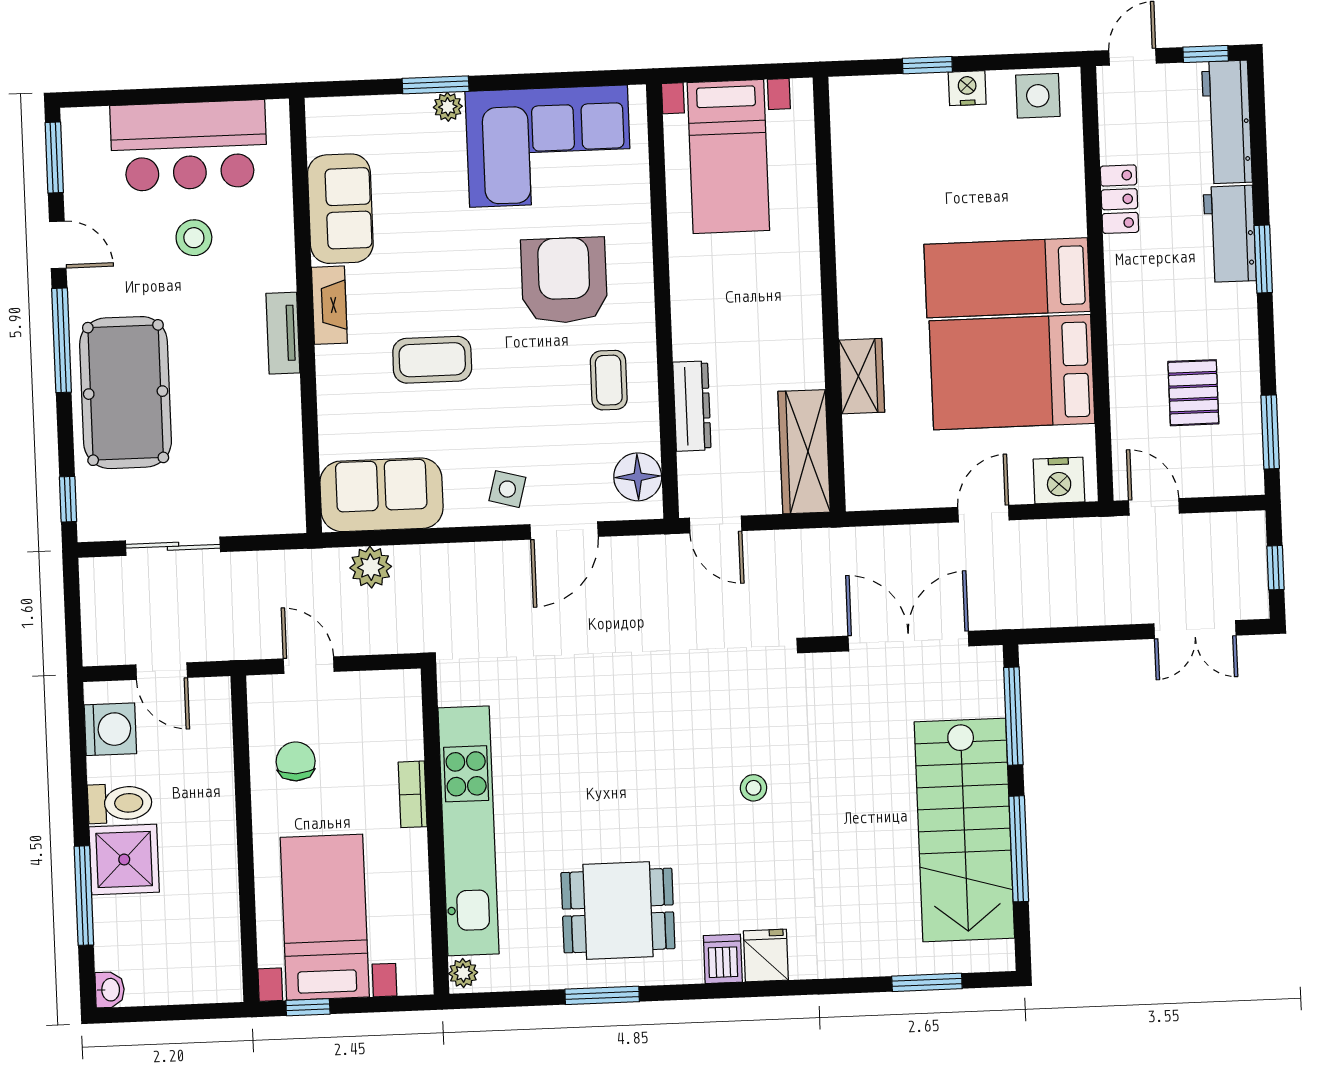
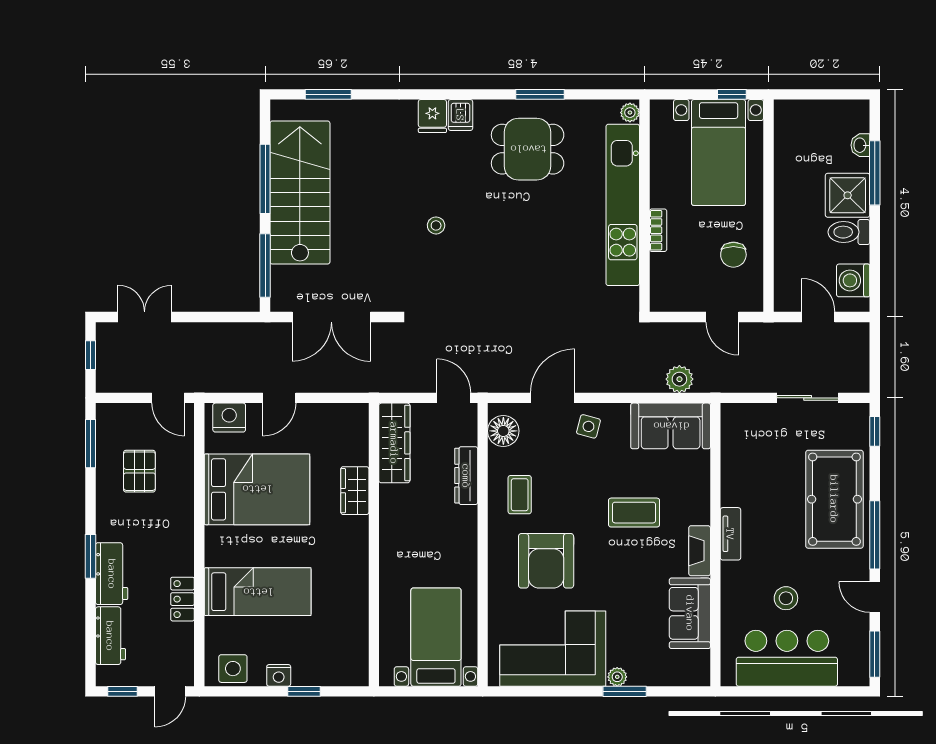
workbench: (1227, 122) -> (110, 636), width x0.73
bed: (1007, 278) -> (258, 592), moved
washbasin: (110, 990) -> (860, 145), moved

